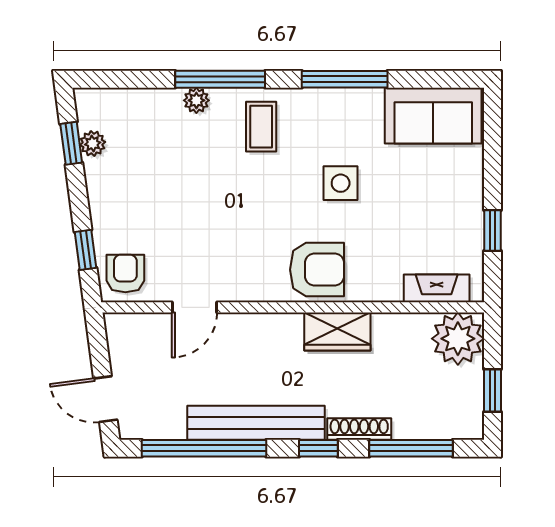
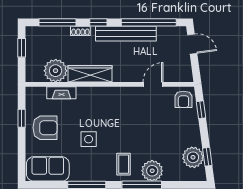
plant: (196, 100) -> (152, 171), width x1.88, depth x1.88
plant: (93, 144) -> (193, 157), width x1.88, depth x1.88
armchair: (317, 270) -> (45, 128), moved, turned 180
fireplace: (437, 288) -> (61, 93), moved
wardrobe: (337, 332) -> (90, 74), width x1.50
plant: (458, 339) -> (56, 71), moved
shoe rack: (359, 429) -> (80, 31), width x0.70

